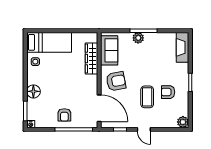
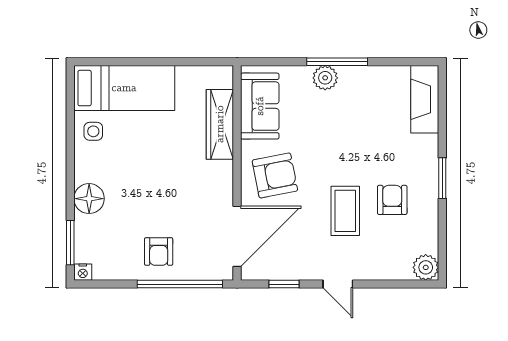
armchair: (168, 92) -> (392, 200), turned 90
door: (99, 108) -> (237, 236), hinge flipped

